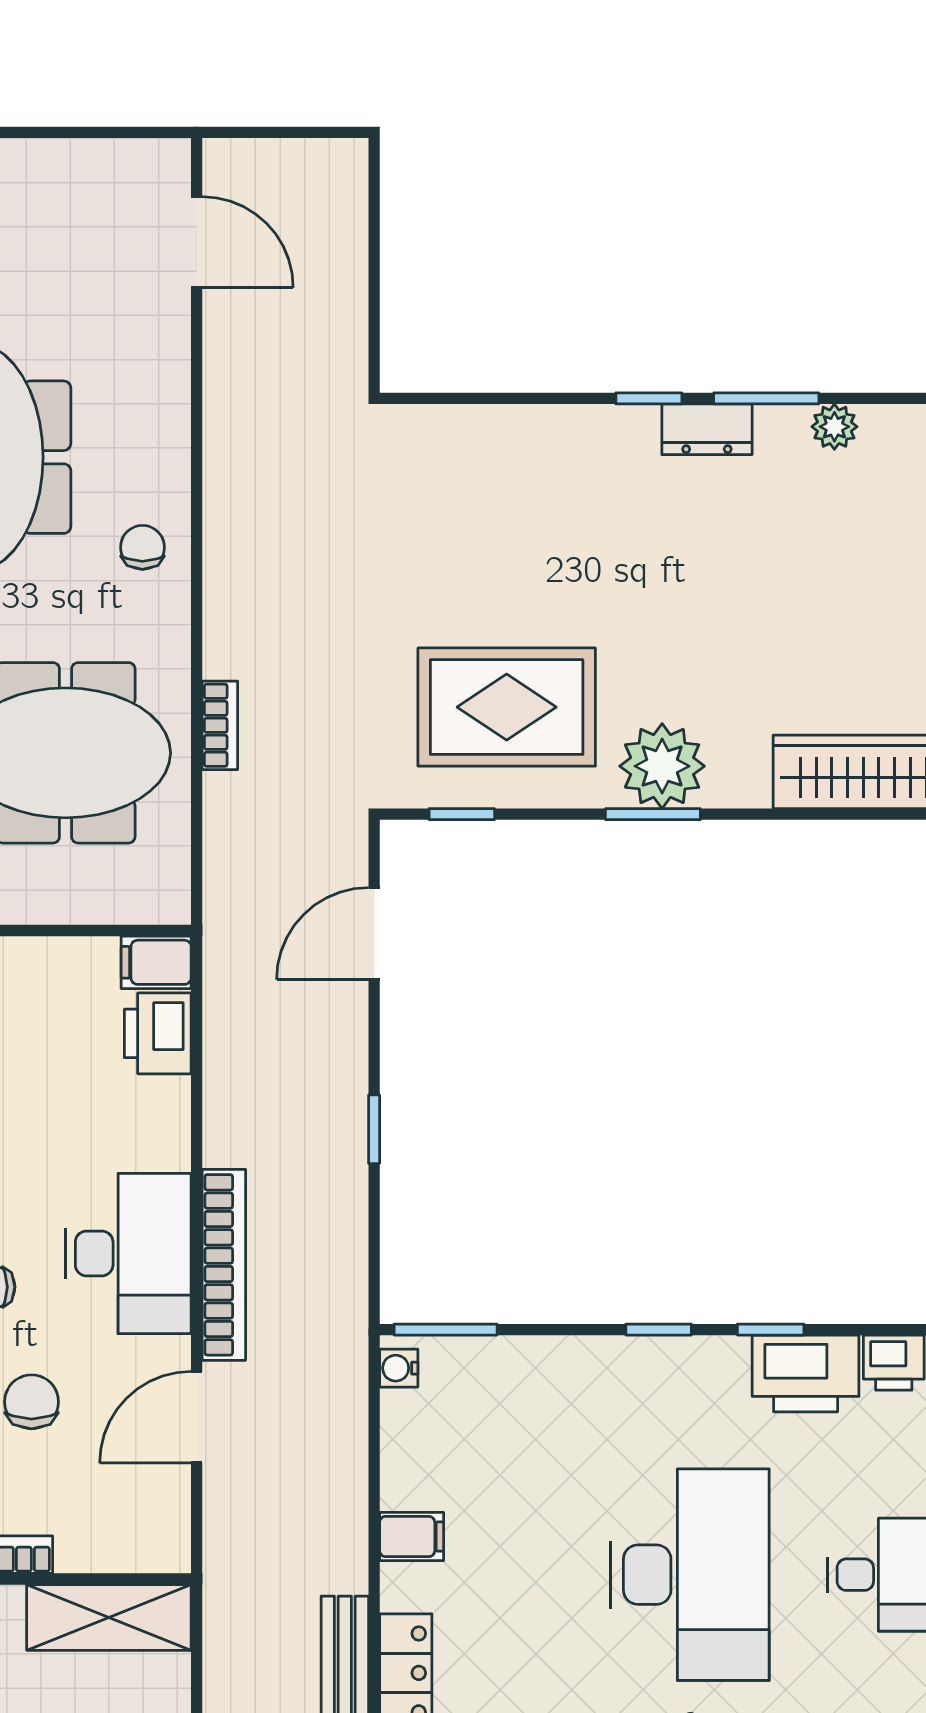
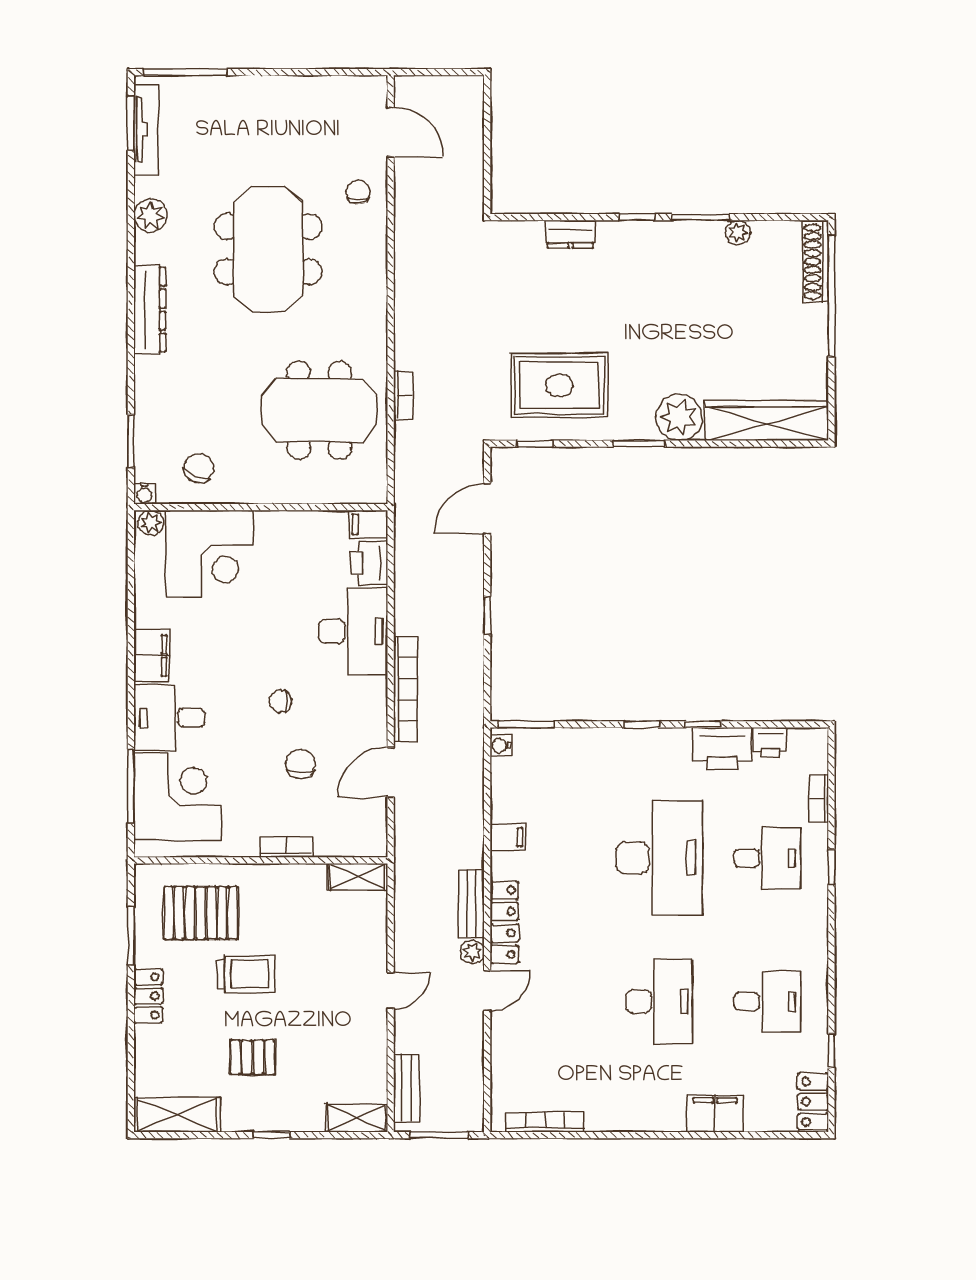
dresser: (707, 429) -> (570, 234), moved
chair: (142, 547) -> (358, 192), moved
plant: (662, 766) -> (679, 417), moved
desk: (128, 1253) -> (353, 631), moved
shelving: (109, 1617) -> (358, 877), width x0.67, depth x0.75

